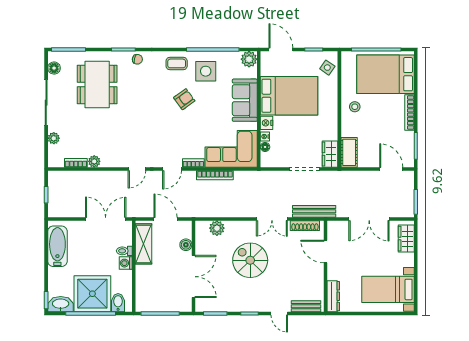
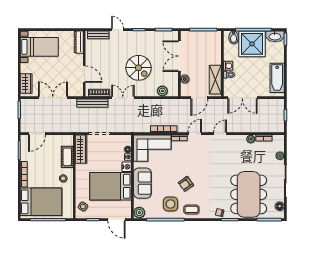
dining table: (97, 85) -> (249, 194), width x1.36, depth x1.24
cot: (349, 152) -> (67, 157), moved
wardrobe: (330, 154) -> (81, 149), width x1.50
door: (391, 169) -> (37, 134), hinge flipped
door: (166, 219) -> (199, 98), hinge flipped

